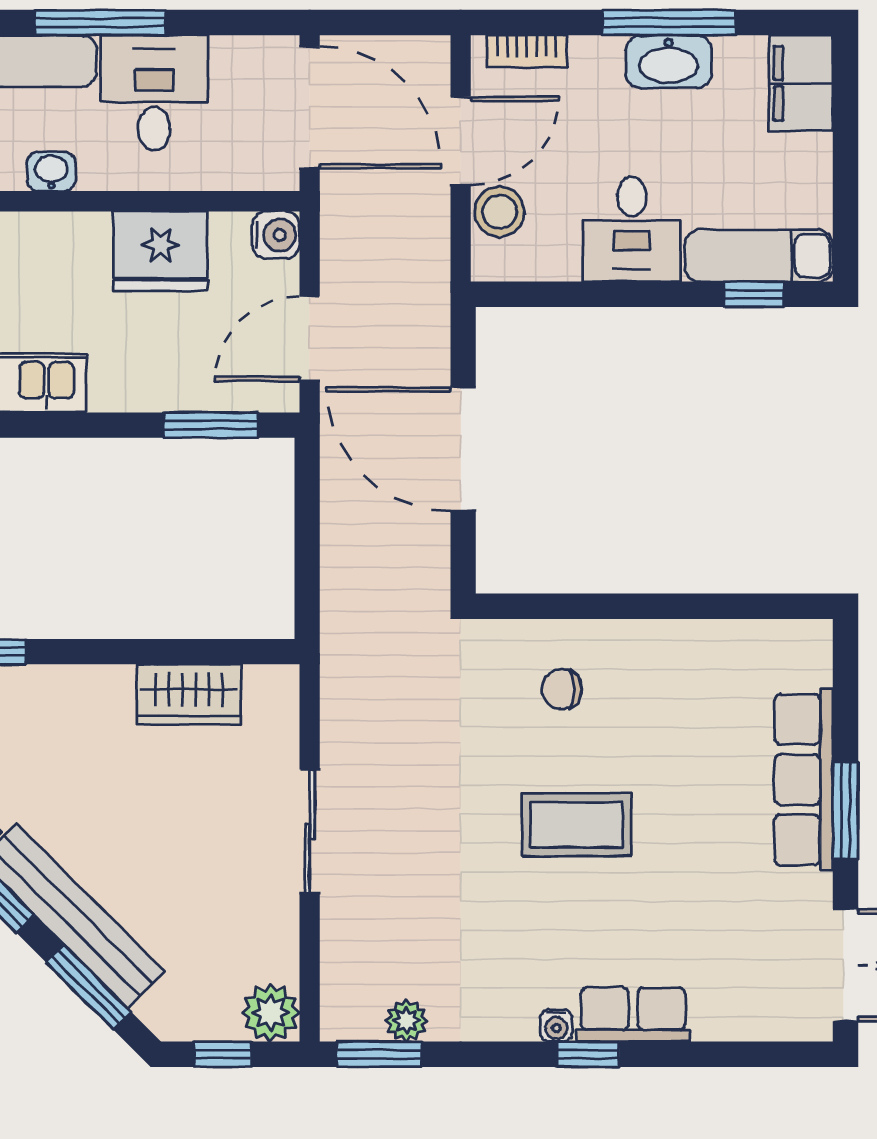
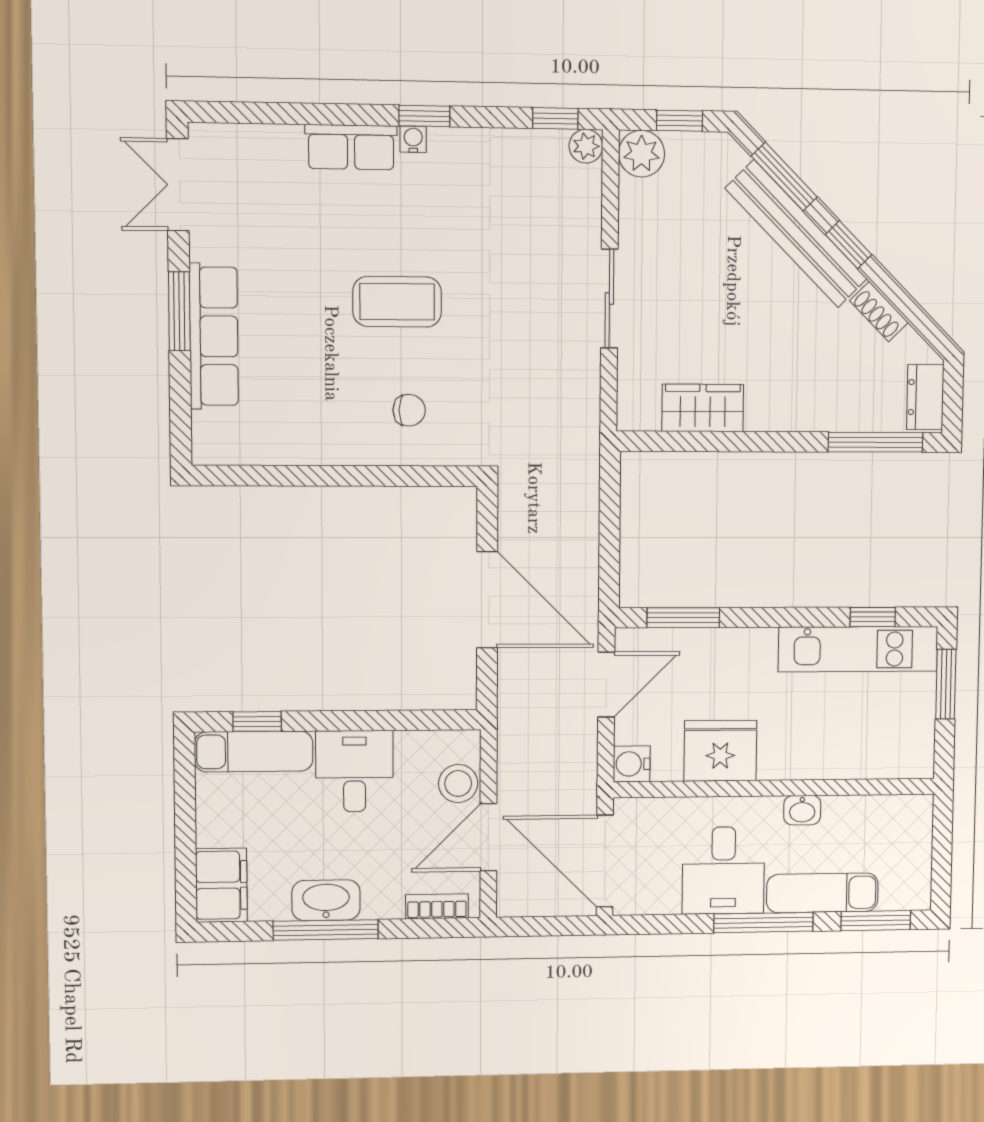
plant: (406, 1021) -> (586, 146), moved
window: (379, 1054) -> (555, 118), width x0.67
window: (588, 1054) -> (424, 116), moved

